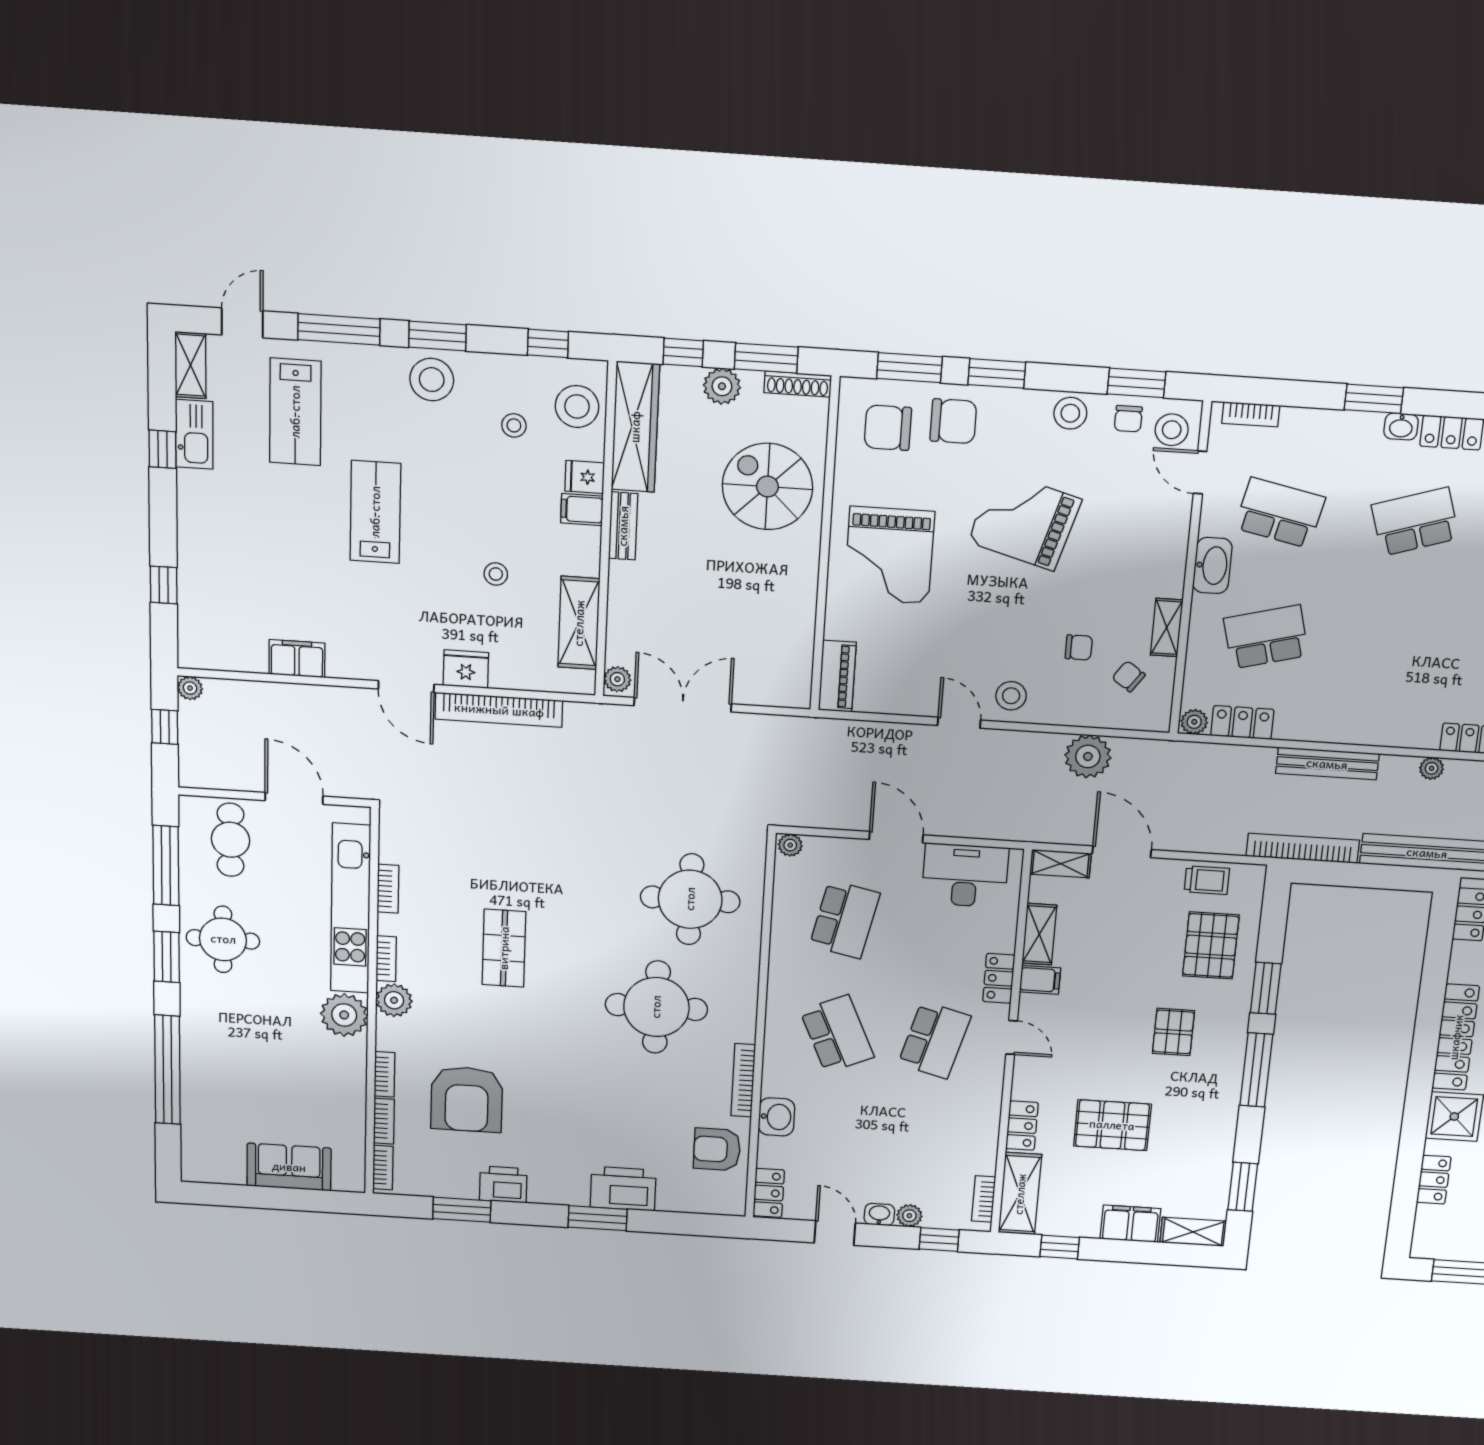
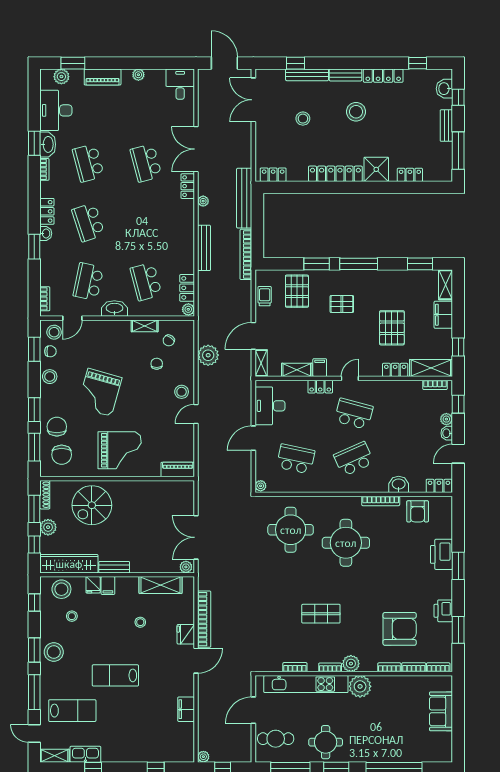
pallet: (1211, 945) -> (297, 291), turned 90

